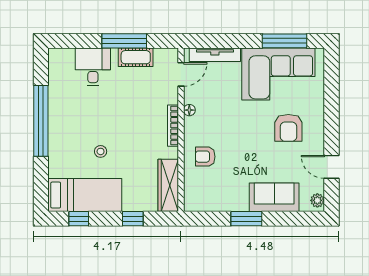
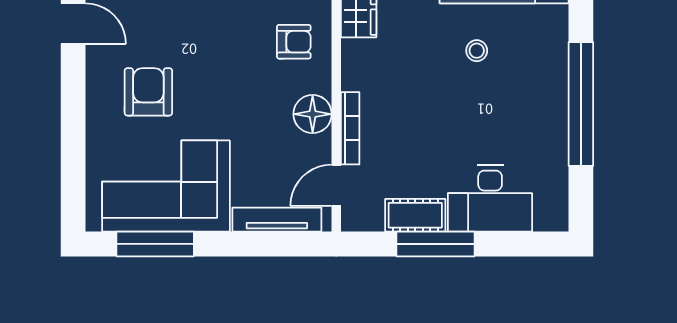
desk: (93, 67) -> (490, 199), width x1.37
floor lamp: (189, 110) -> (313, 114), width x1.89, depth x1.89
bookcase: (173, 126) -> (350, 128), moved

